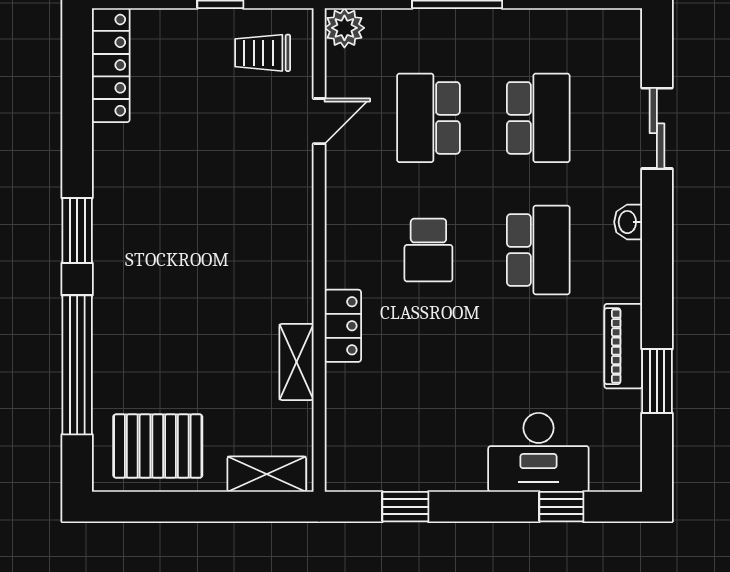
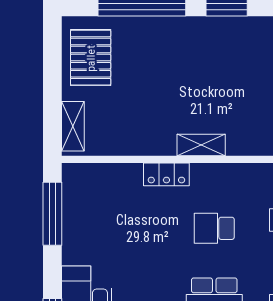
shelving: (296, 362) -> (201, 145), moved
window: (405, 507) -> (52, 214), width x2.17

